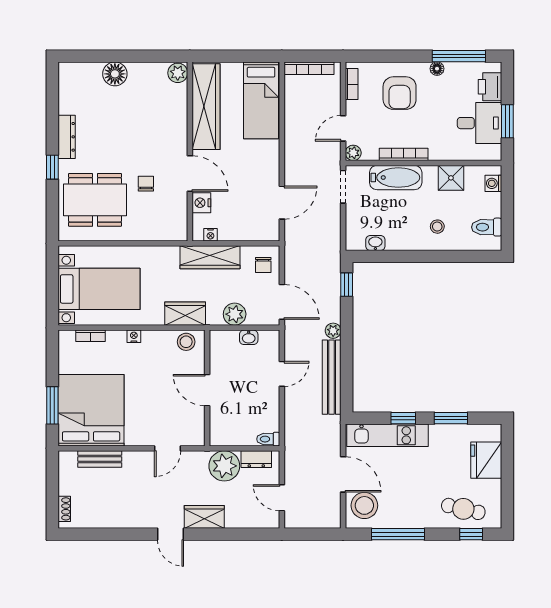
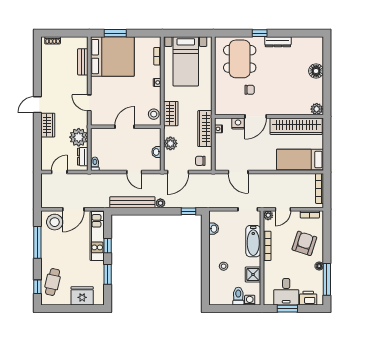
armchair: (400, 93) -> (304, 243), turned 108
door: (343, 128) -> (283, 209), swing flipped
toilet: (487, 227) -> (238, 296), moved

